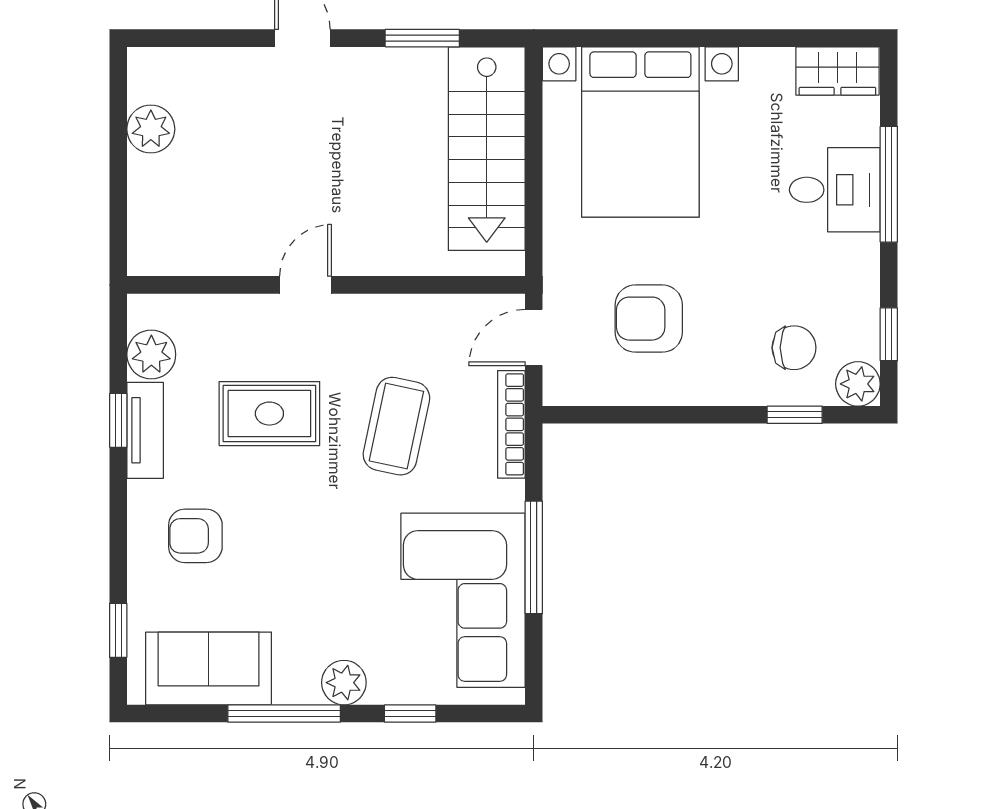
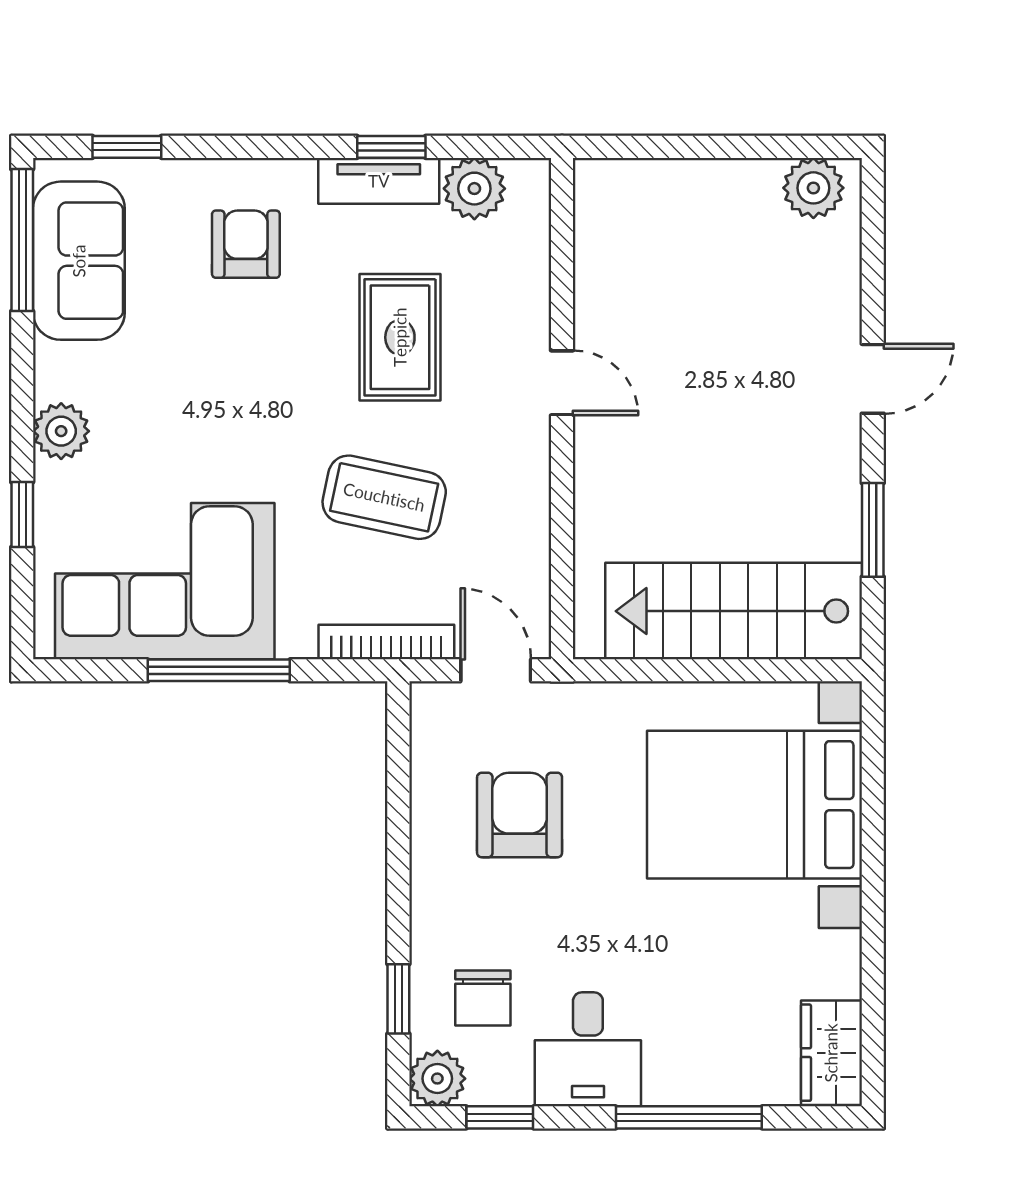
plant: (151, 129) -> (813, 188), moved
desk: (835, 190) -> (588, 1049), moved
window: (284, 714) -> (22, 240), moved

